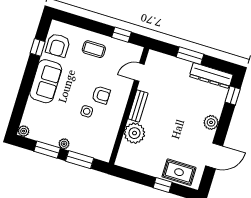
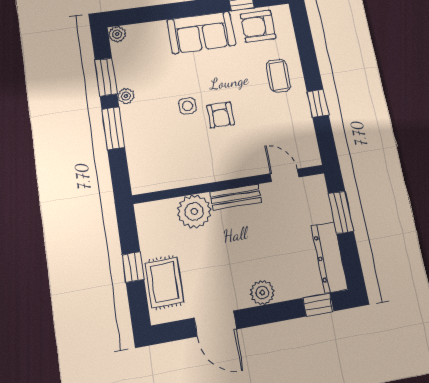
door: (139, 72) -> (284, 175), moved
wall: (129, 106) -> (229, 184), moved
bench: (138, 106) -> (236, 197), moved
plant: (134, 133) -> (194, 212), moved

